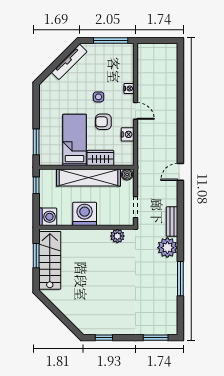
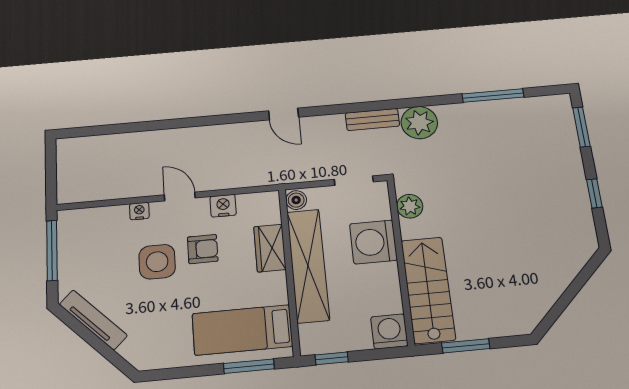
side table: (99, 97) -> (157, 262), width x1.87, depth x1.87
door: (135, 111) -> (180, 196), hinge flipped
armchair: (103, 122) -> (203, 249), turned -90
bed: (75, 140) -> (242, 330), moved
washing machine: (85, 214) -> (373, 242), moved
stairs: (50, 260) -> (428, 290), moved, turned 90
window: (180, 279) -> (493, 95), moved
window: (104, 338) -> (594, 193), moved

